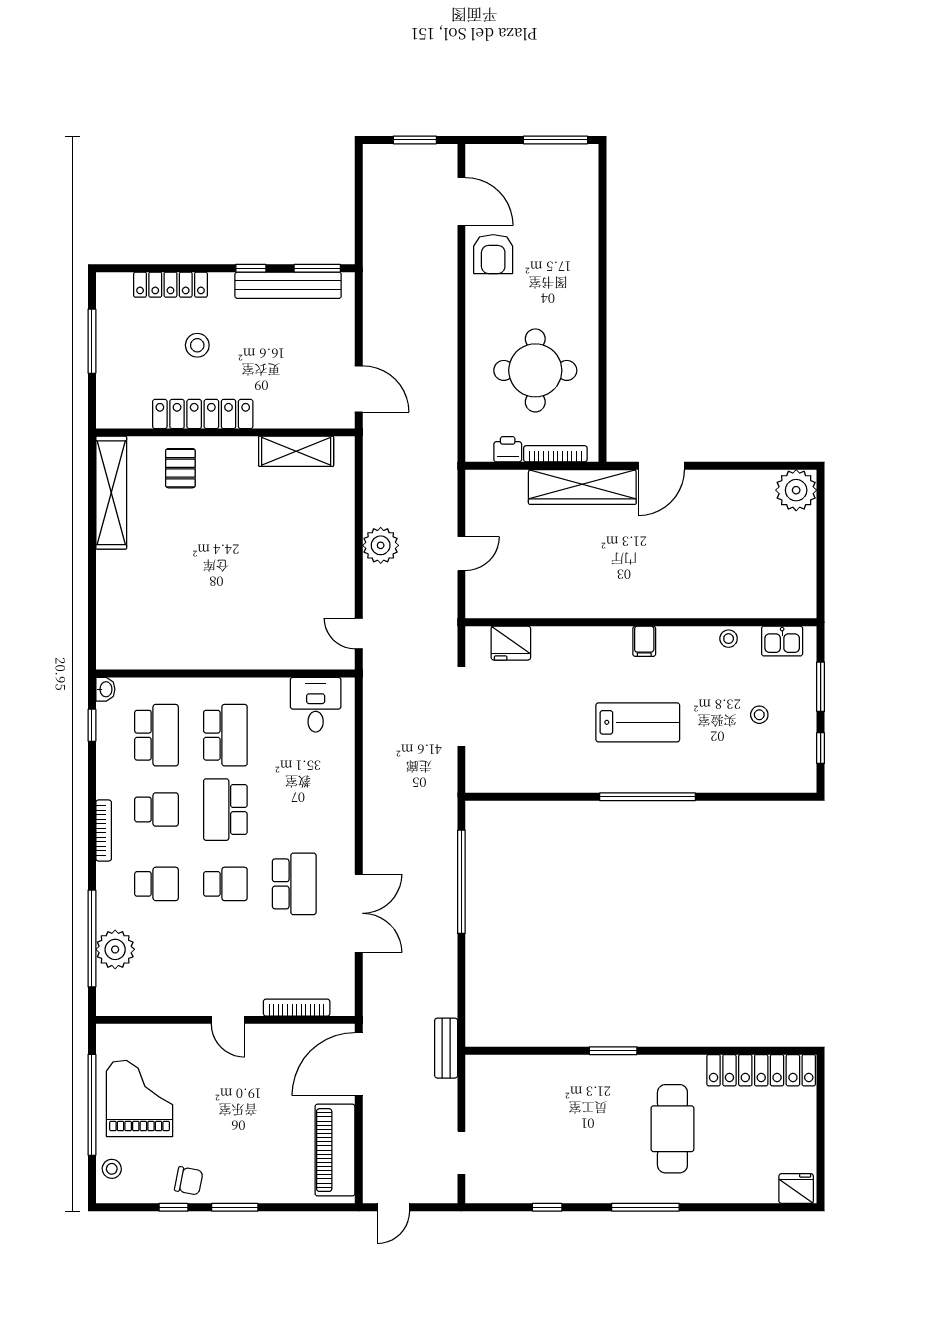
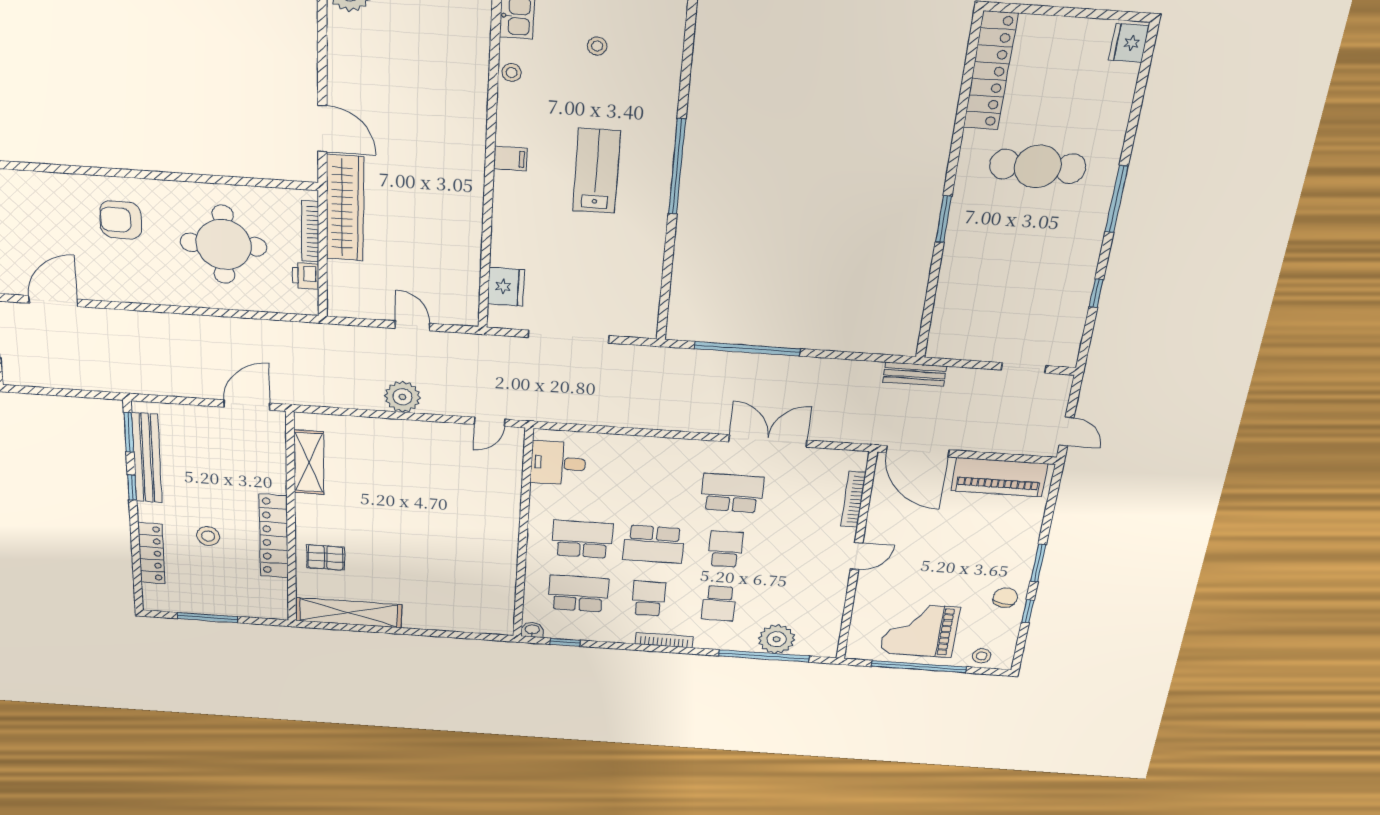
armchair: (493, 254) -> (121, 220), moved, turned 180
school desk: (156, 884) -> (719, 603), turned 180

